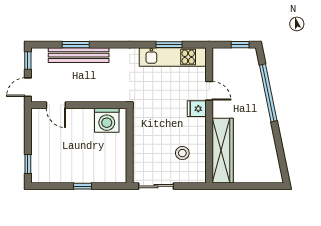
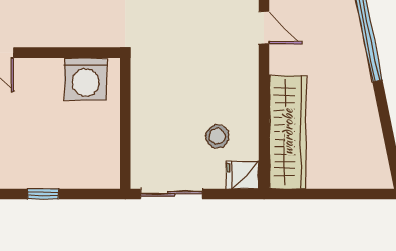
fridge: (197, 109) -> (242, 175), moved

